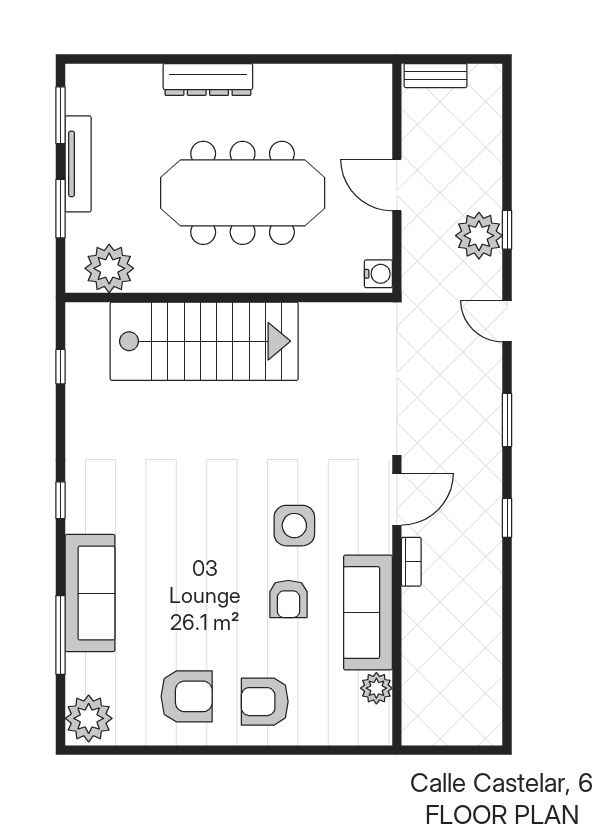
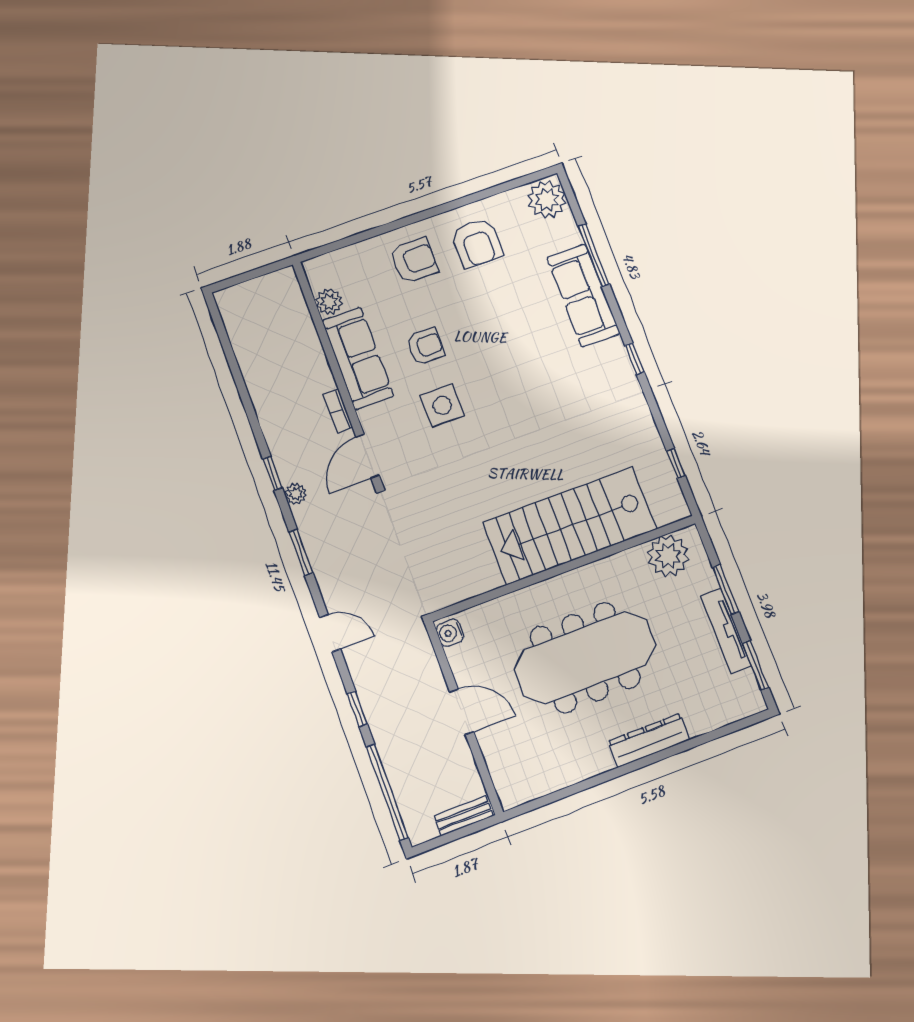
window: (507, 131) -> (387, 792), added
plant: (479, 236) -> (296, 494), moved, width x0.53, depth x0.53
armchair: (288, 599) -> (425, 346), turned 90
armchair: (187, 696) -> (477, 243), turned -90

